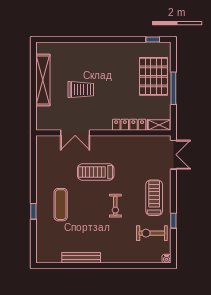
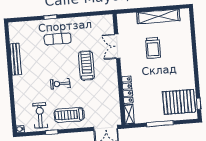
pallet: (153, 76) -> (179, 102), moved
treadmill: (154, 198) -> (69, 115), turned 180

